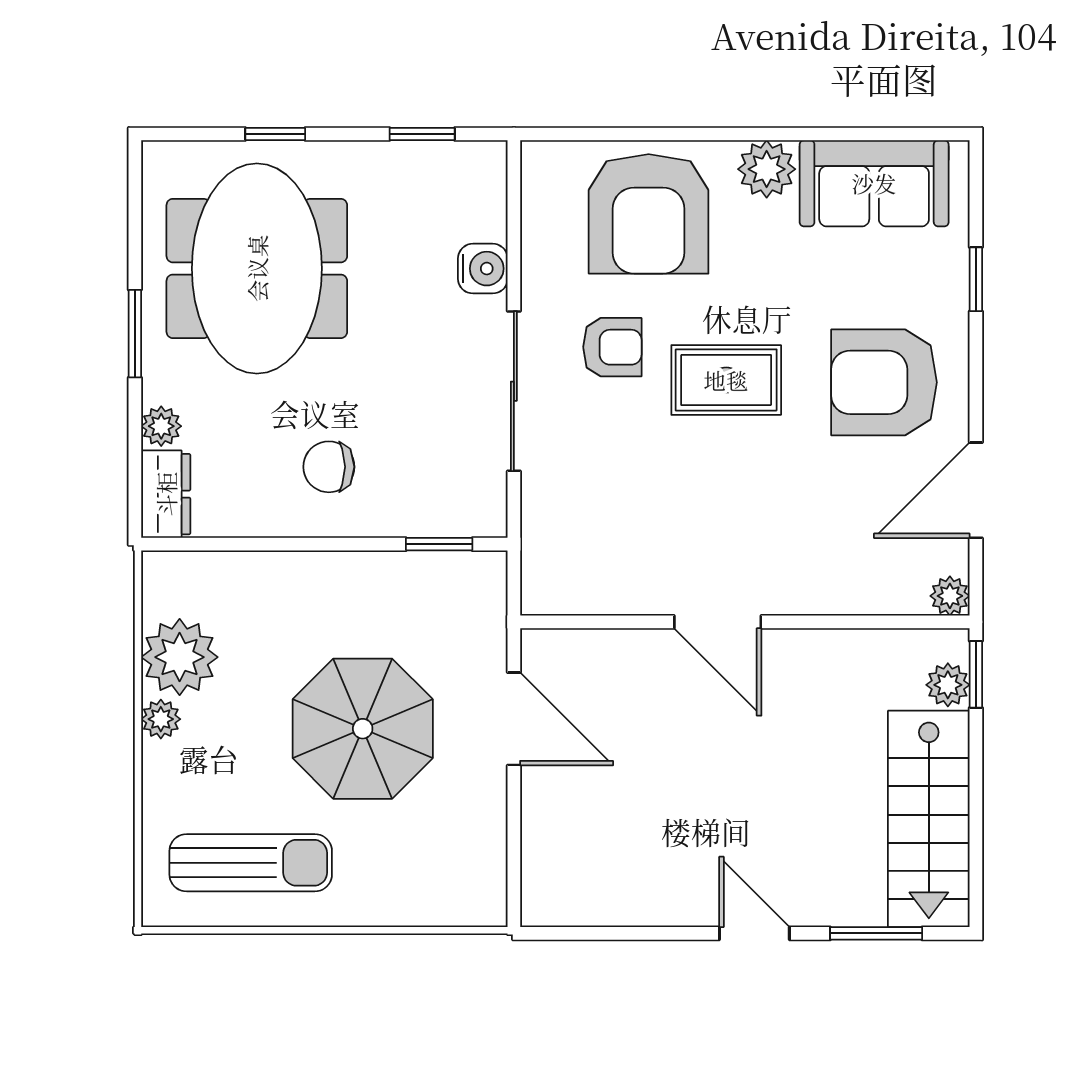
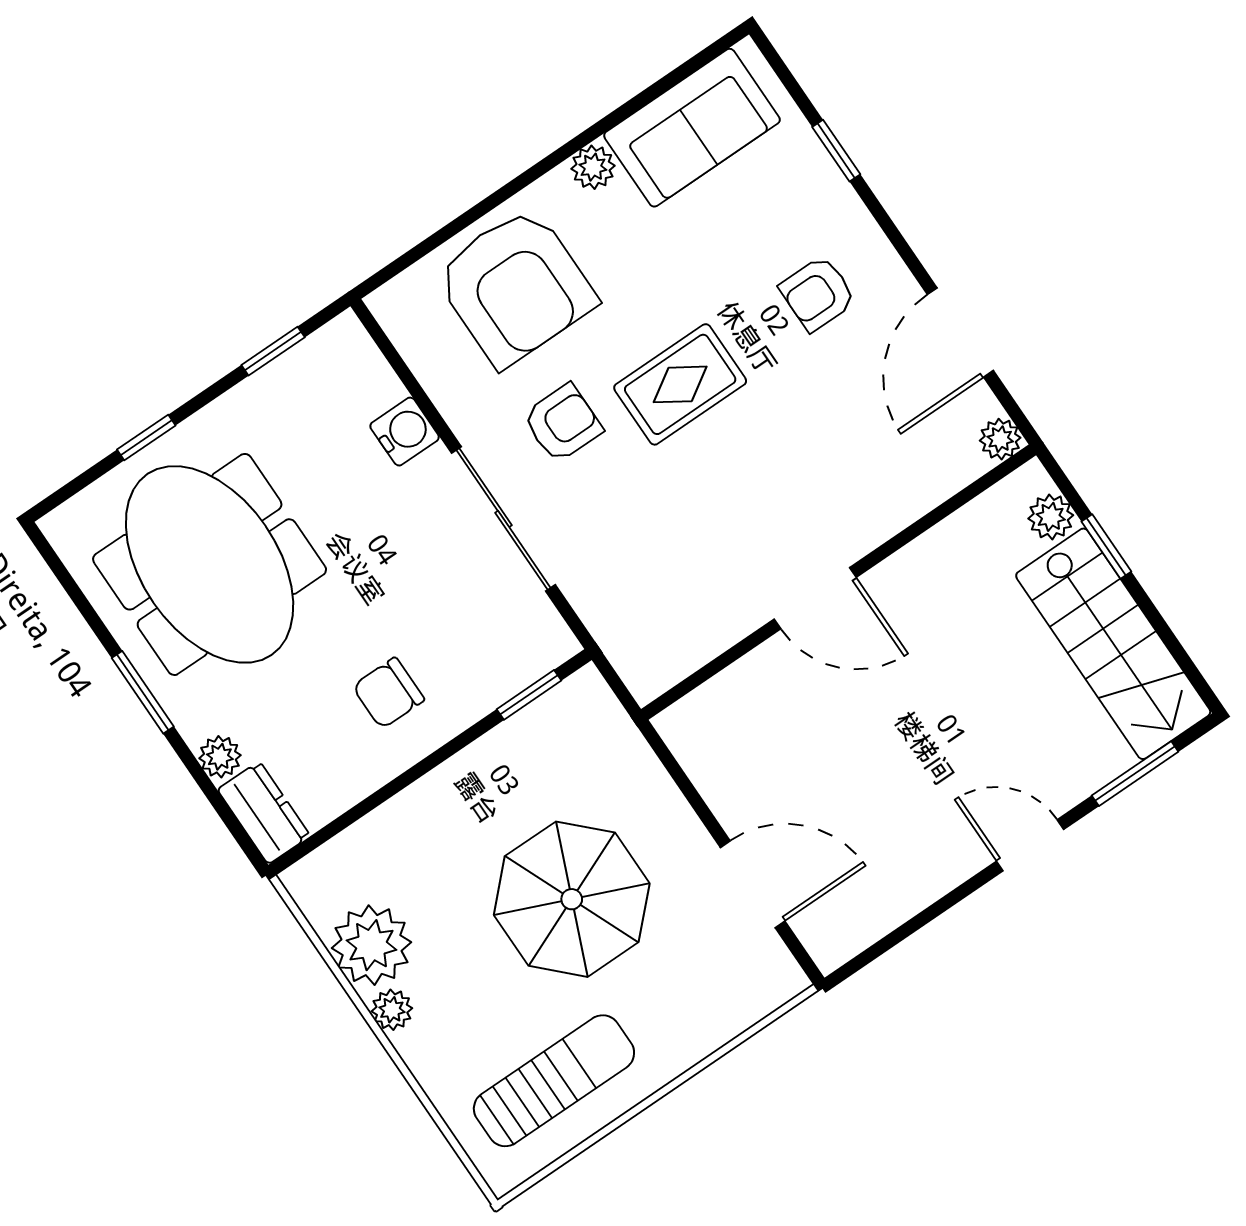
plant: (767, 169) -> (593, 167), width x0.73, depth x0.73
armchair: (884, 382) -> (818, 294), width x0.53, depth x0.53
window: (976, 674) -> (1106, 547), moved
door: (514, 719) -> (753, 884), moved

